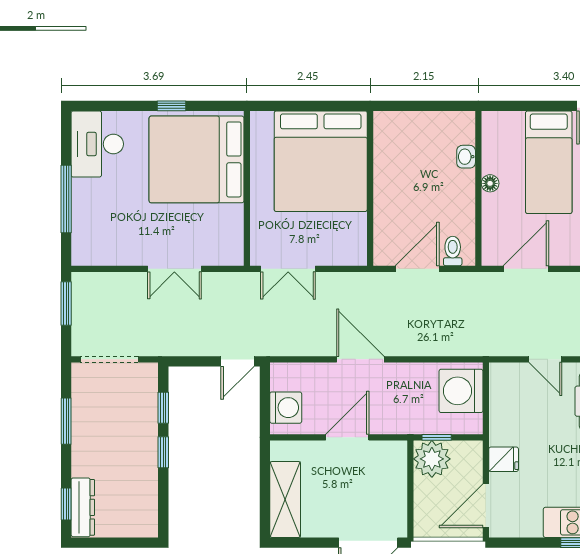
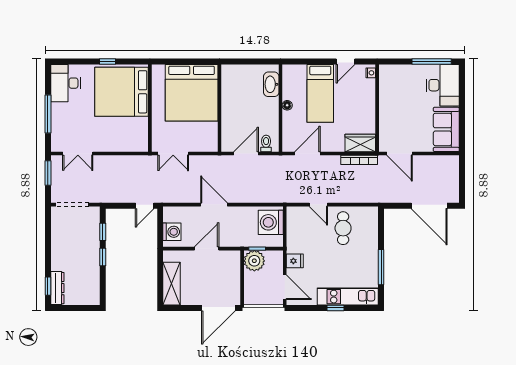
washbasin: (466, 157) -> (271, 84), width x1.91, depth x1.45
double door: (174, 269) -> (78, 154), moved
window: (66, 421) -> (48, 239), removed
door: (486, 506) -> (285, 287), swing flipped

